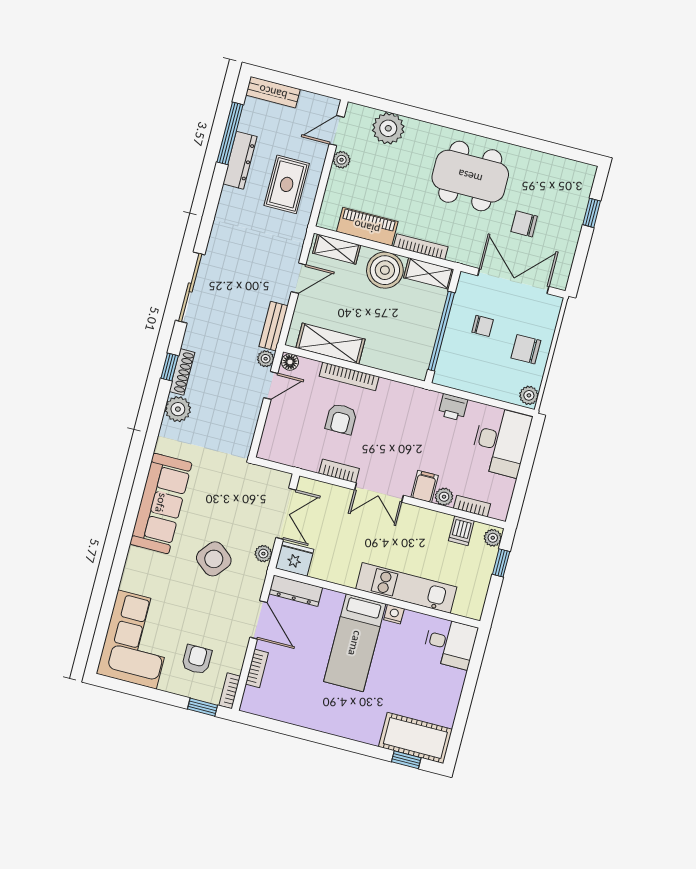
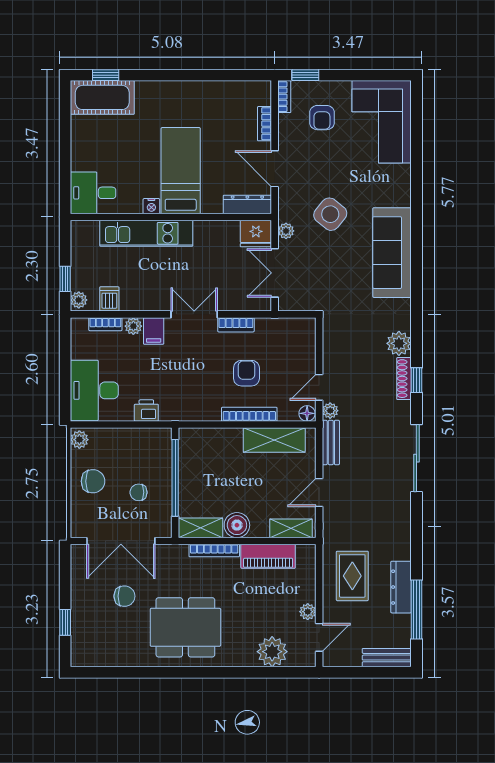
boiler: (385, 270) -> (237, 525), width x0.73, depth x0.73

